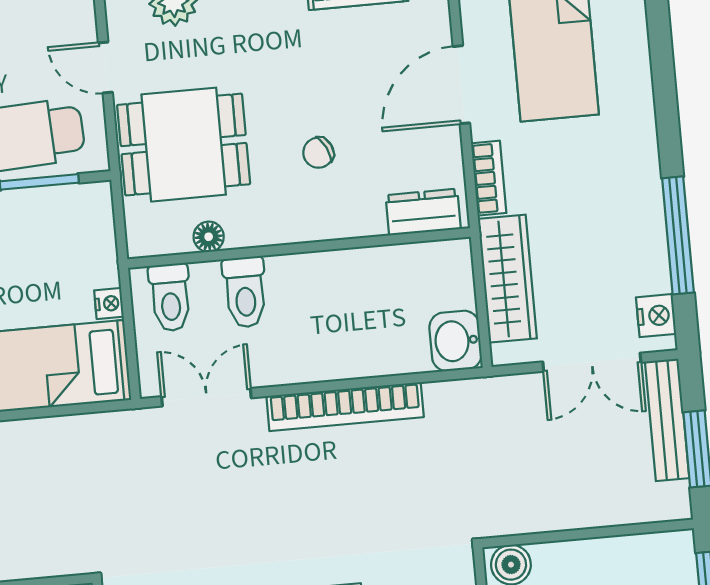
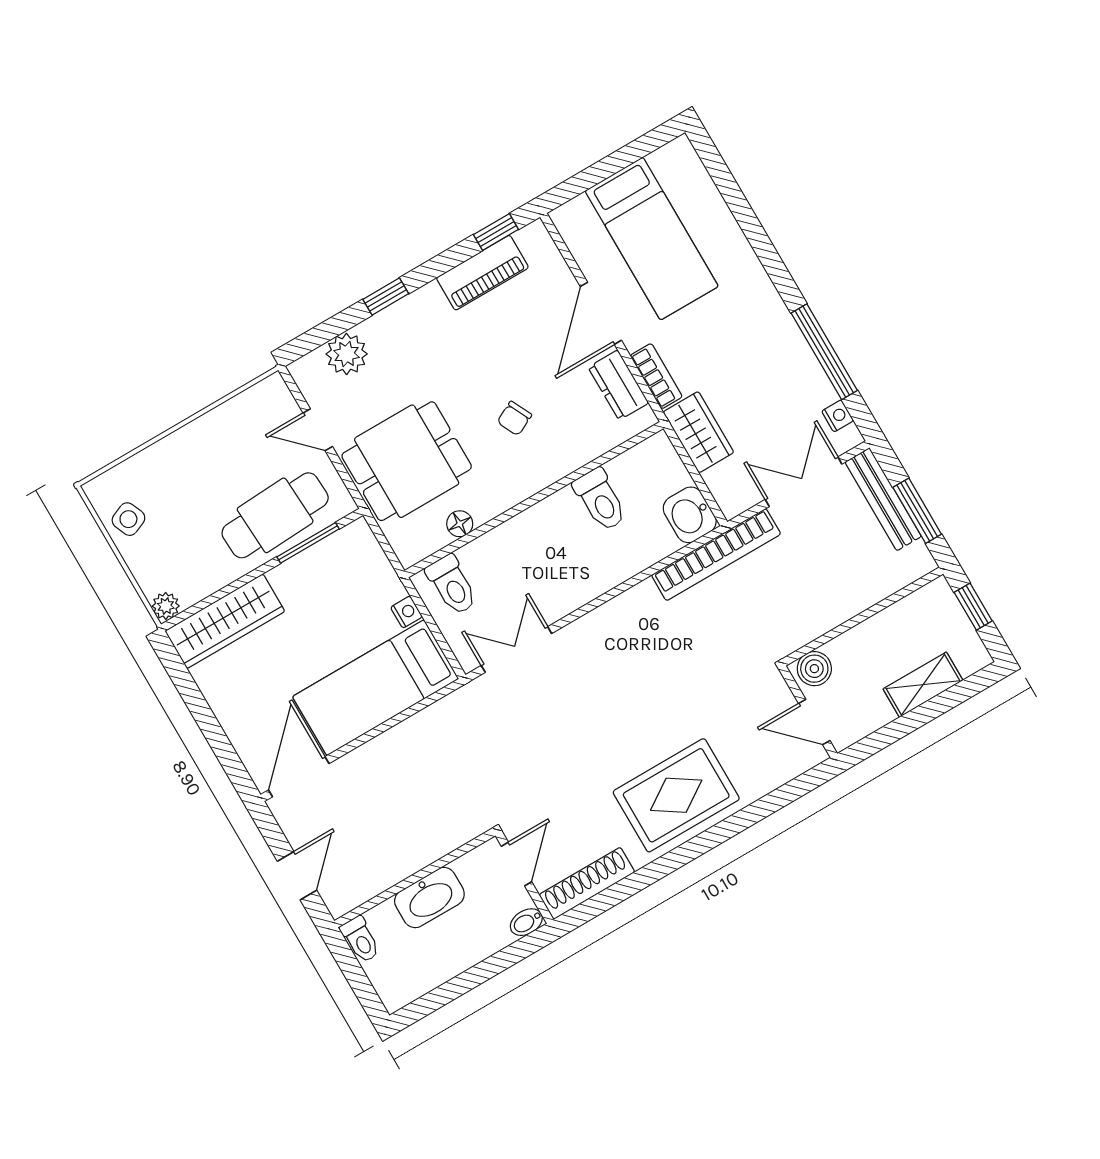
dresser: (423, 212) -> (618, 385), moved, turned -90
wardrobe: (507, 279) -> (698, 432), width x0.67
toilet: (245, 292) -> (600, 500), moved
nightstand: (656, 316) -> (838, 416), width x0.72, depth x0.74
double door: (592, 362) -> (804, 482), swing flipped
bookcase: (345, 407) -> (716, 555), moved

